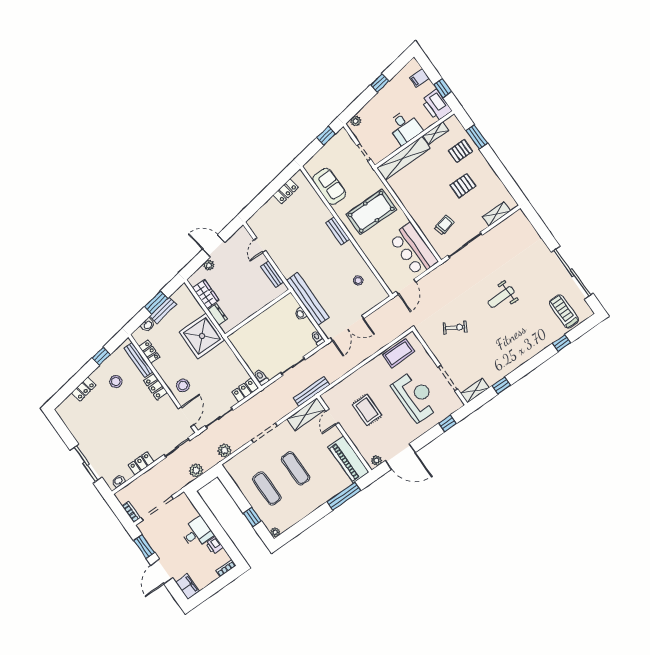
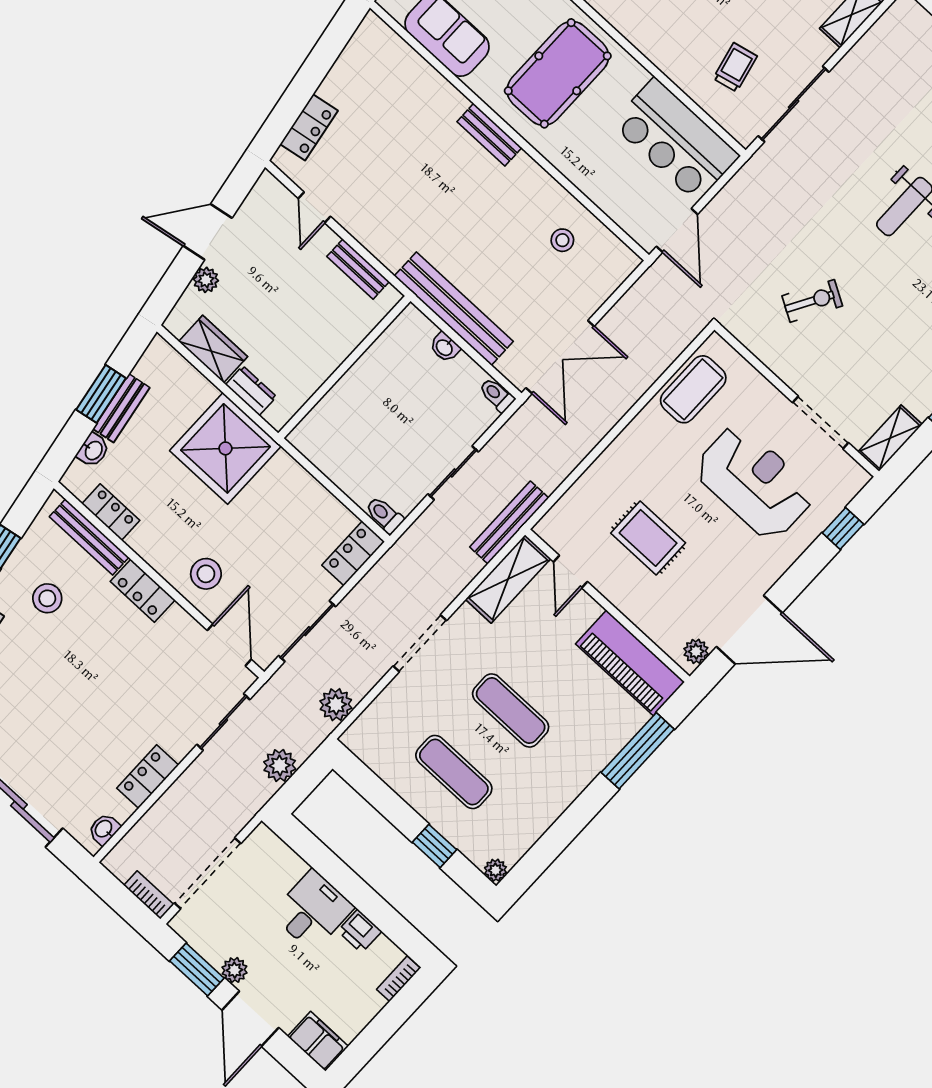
locker: (286, 191) -> (309, 127), moved
plant: (160, 550) -> (234, 970), added

